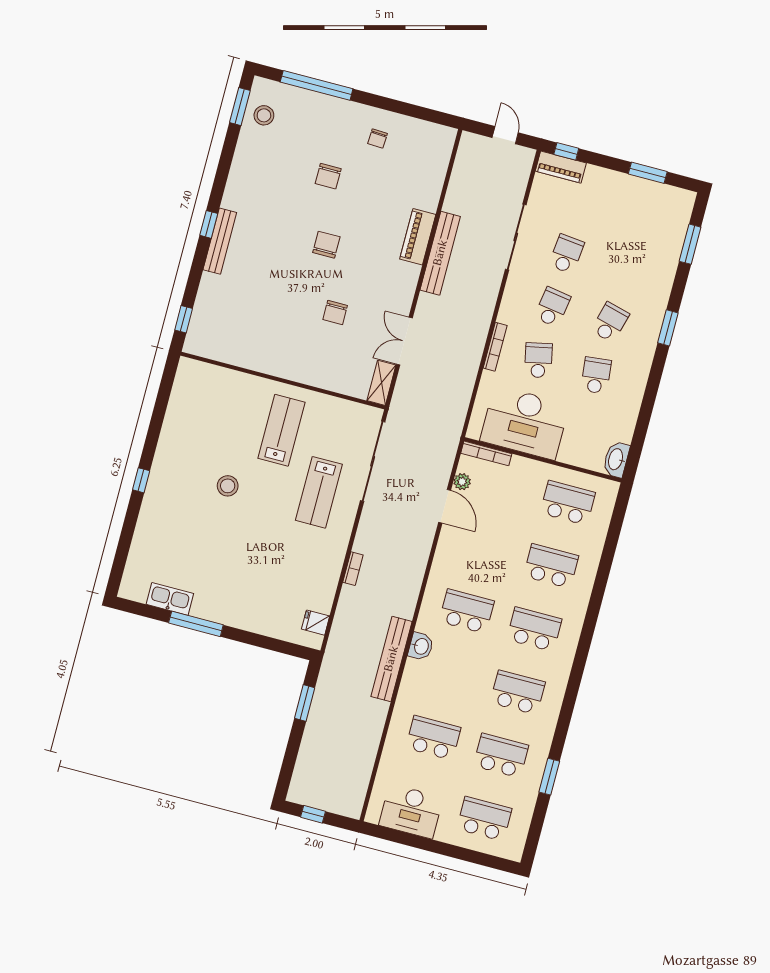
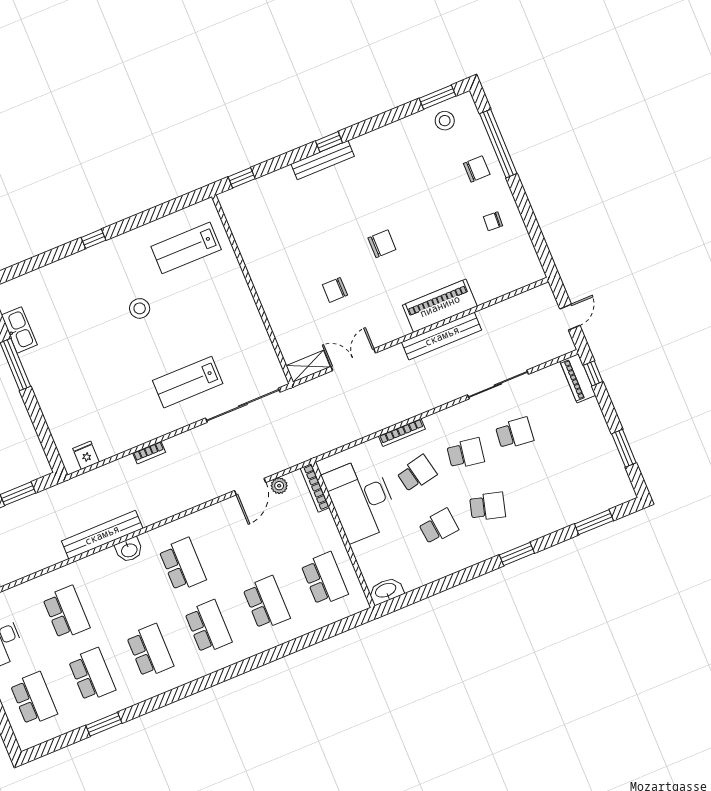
chair: (328, 176) -> (477, 169), moved, turned 180
piano: (418, 237) -> (440, 306), width x1.37, depth x1.33
lab bench: (282, 430) -> (186, 248), moved, turned 180

